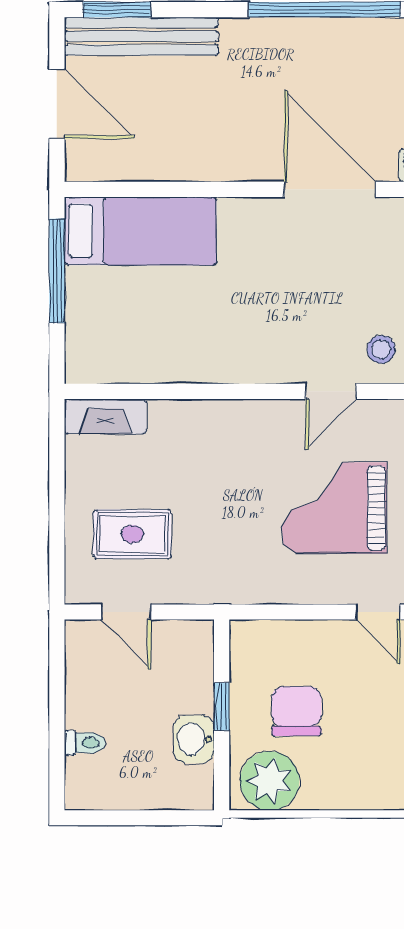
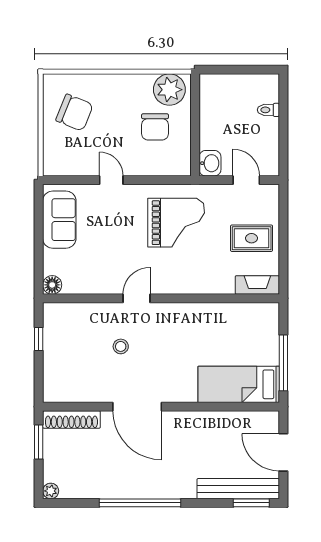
stool: (381, 349) -> (121, 346), moved
grand piano: (334, 508) -> (176, 223), moved
rug: (132, 534) -> (252, 238), moved
window: (222, 706) -> (195, 129), removed
washbasin: (194, 739) -> (210, 163), moved

